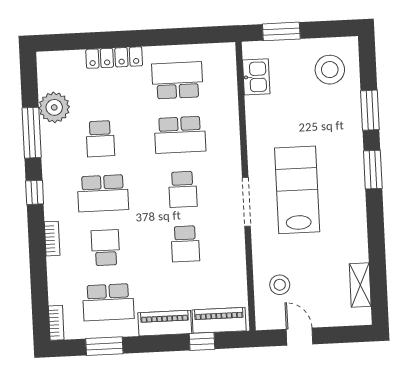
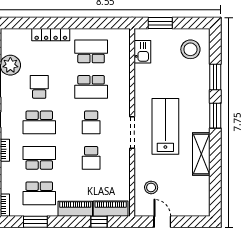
school desk: (100, 139) -> (39, 87), turned 180
school desk: (106, 248) -> (39, 158), width x1.85
shelving: (360, 285) -> (201, 154), moved, width x1.50, depth x1.33

